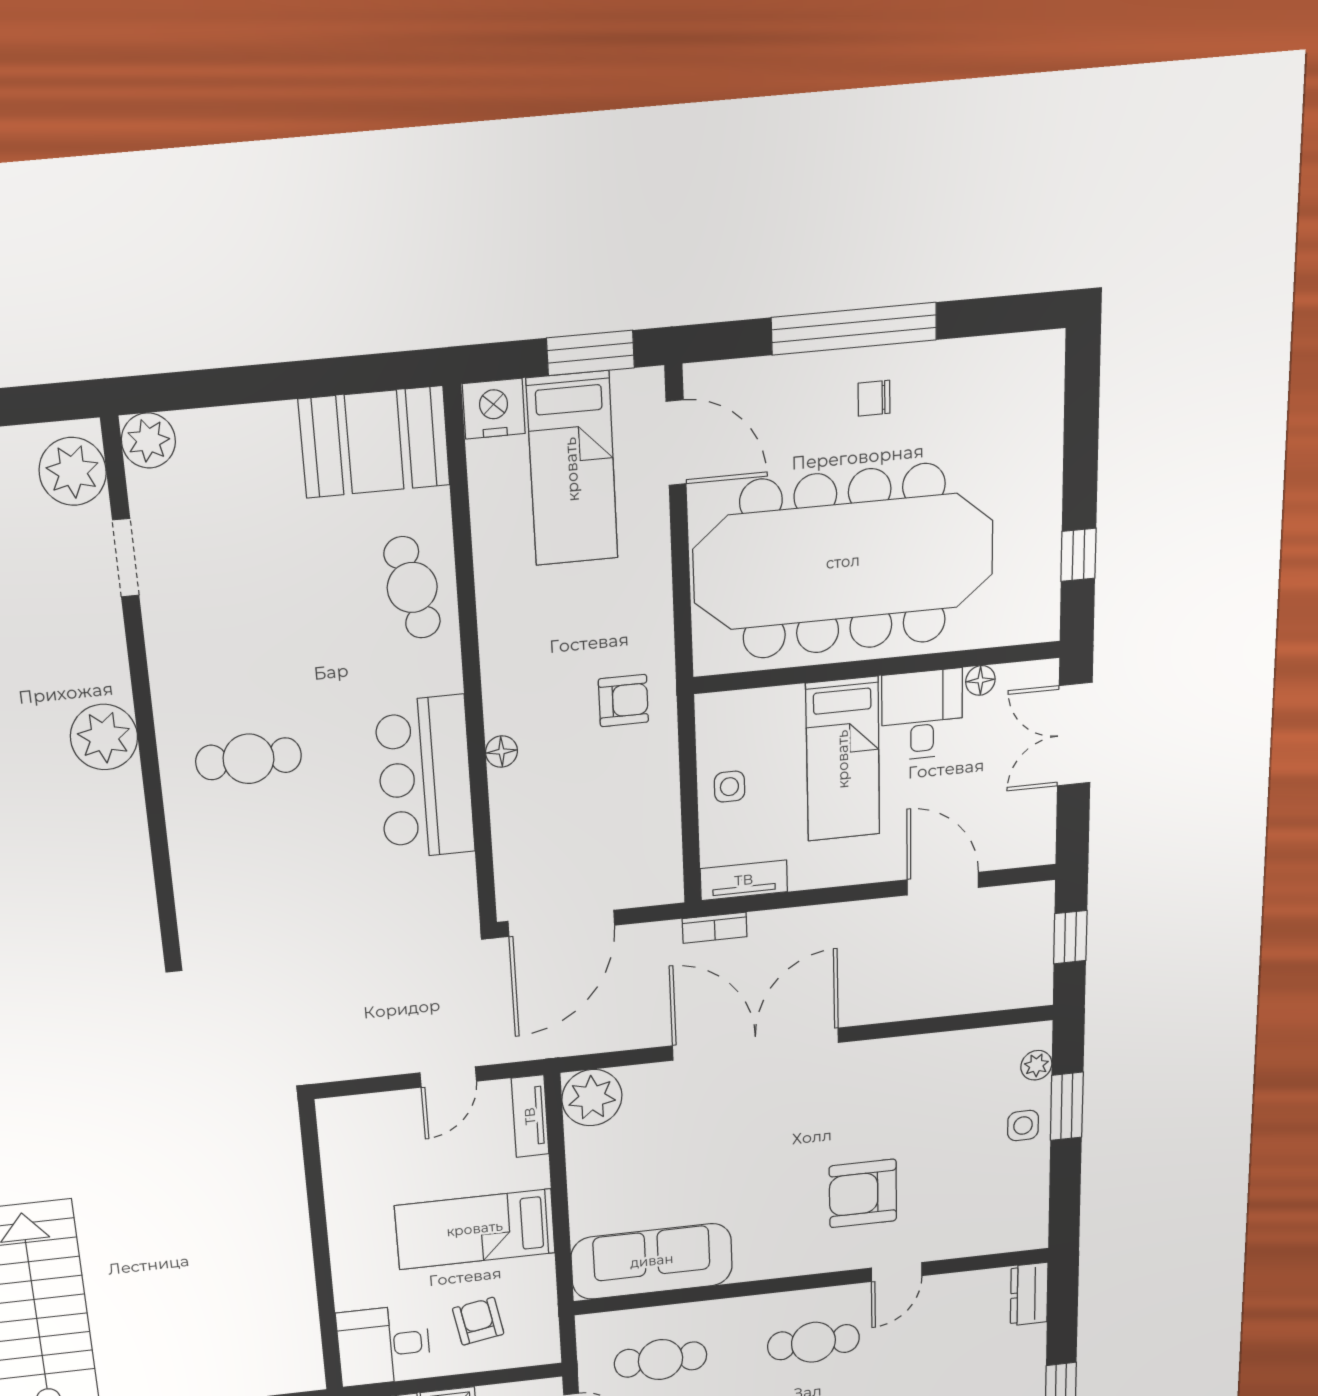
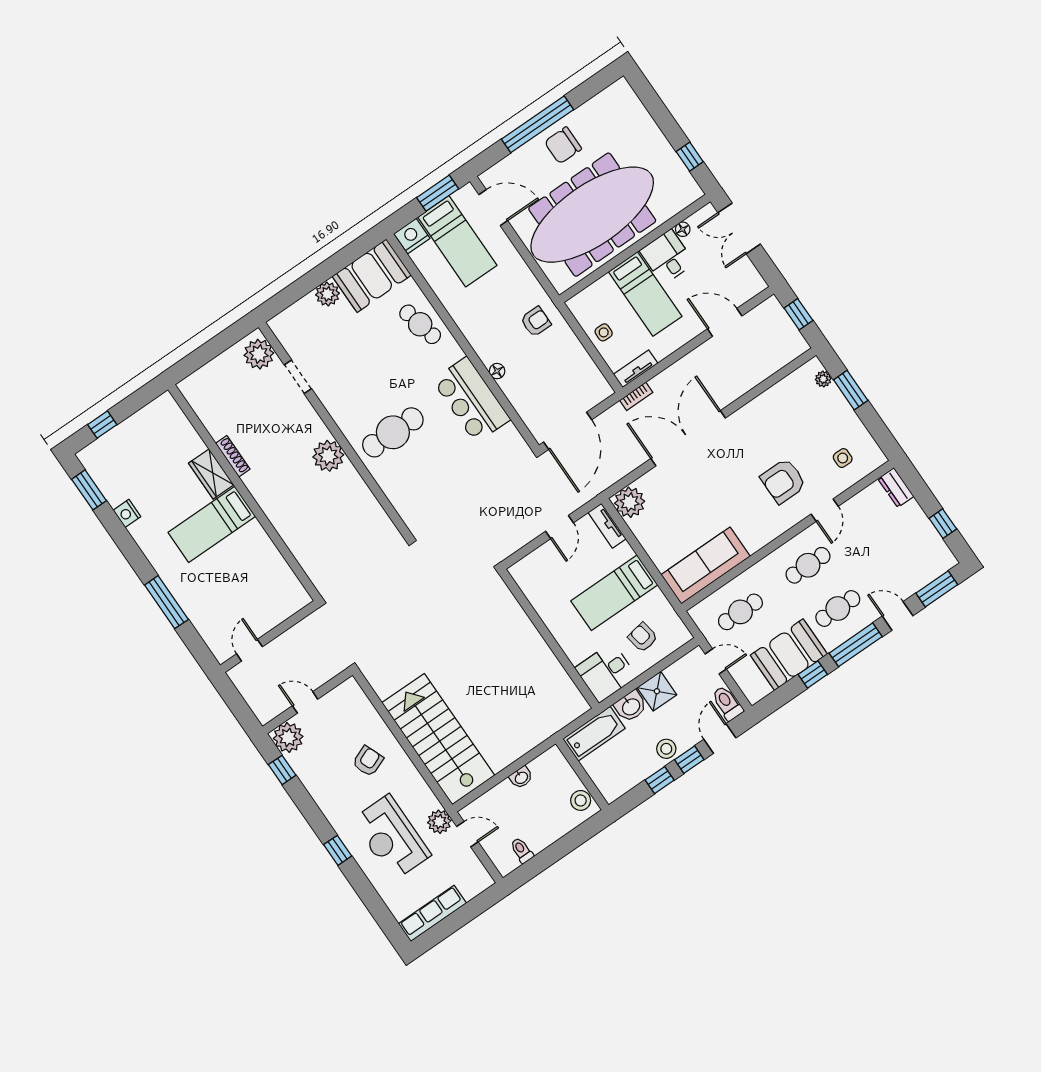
chair: (874, 398) -> (563, 145), width x1.87, depth x1.87
plant: (148, 440) -> (328, 294), moved
cafe table: (249, 759) -> (393, 432), width x1.37, depth x1.35
side table: (1023, 1126) -> (843, 458), moved

